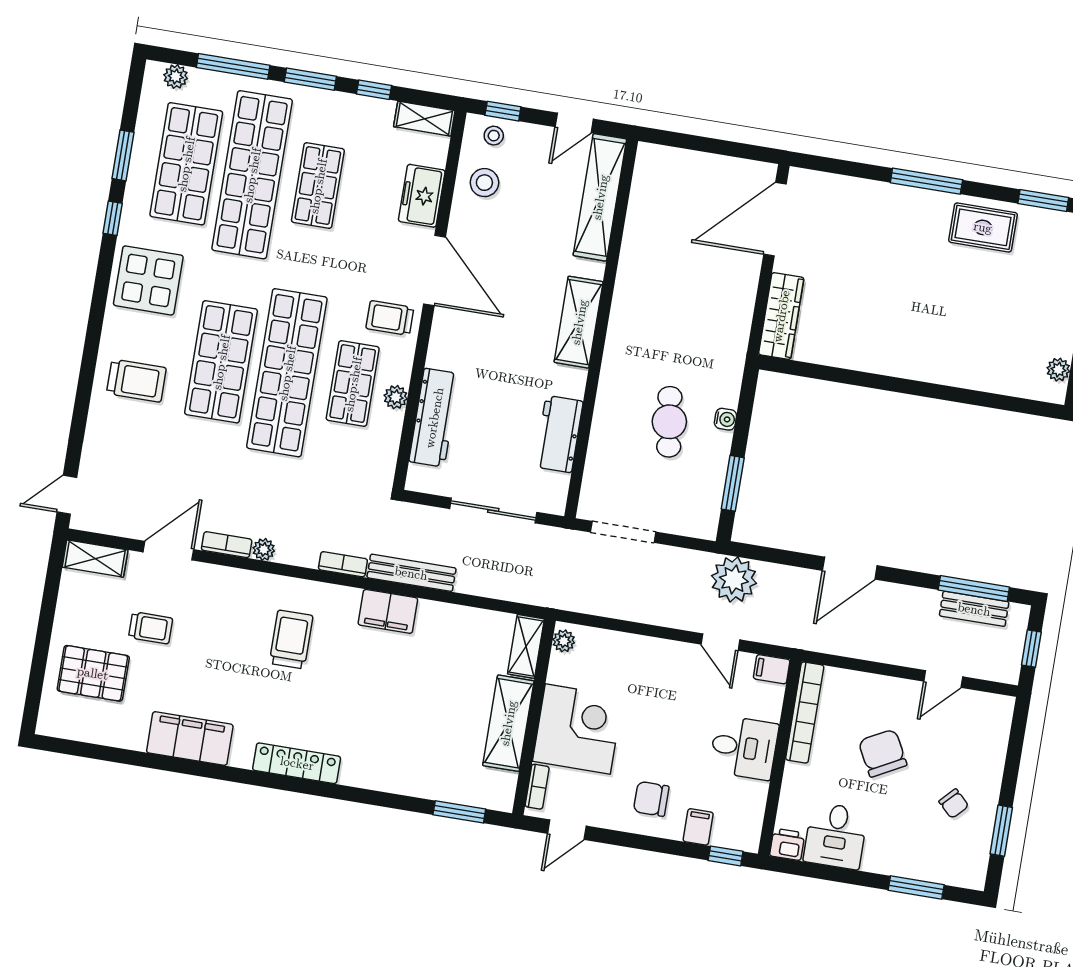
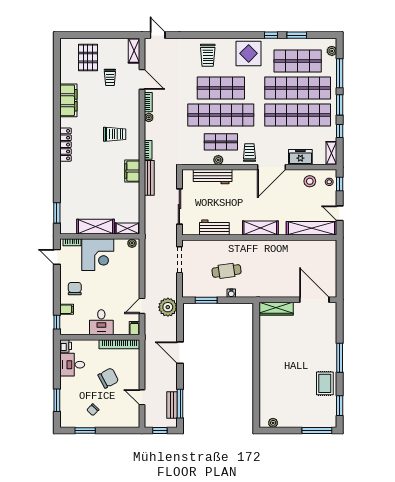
shop shelf: (318, 186) -> (298, 115), width x2.00, depth x1.36

